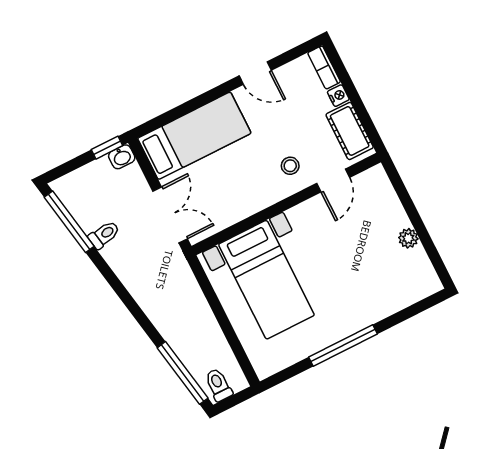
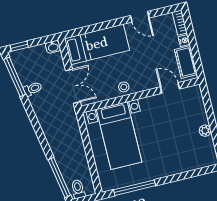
window: (107, 148) -> (19, 46), moved
stool: (290, 166) -> (124, 87), moved
door: (333, 180) -> (170, 88), swing flipped
window: (343, 345) -> (135, 188), moved

